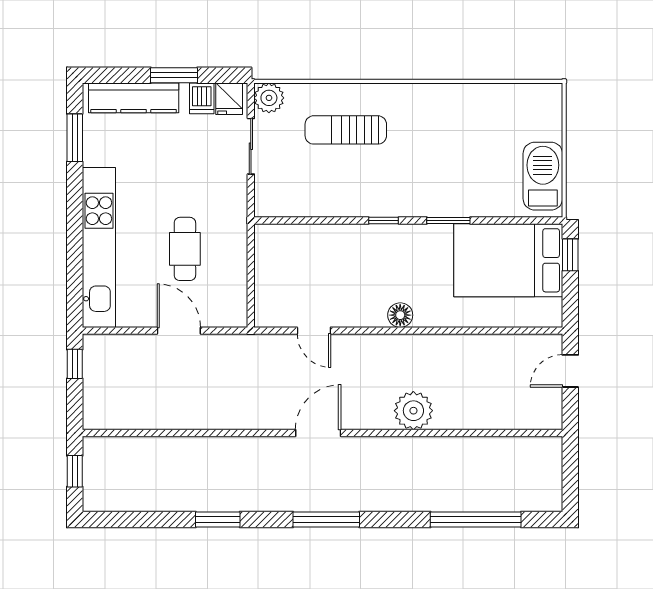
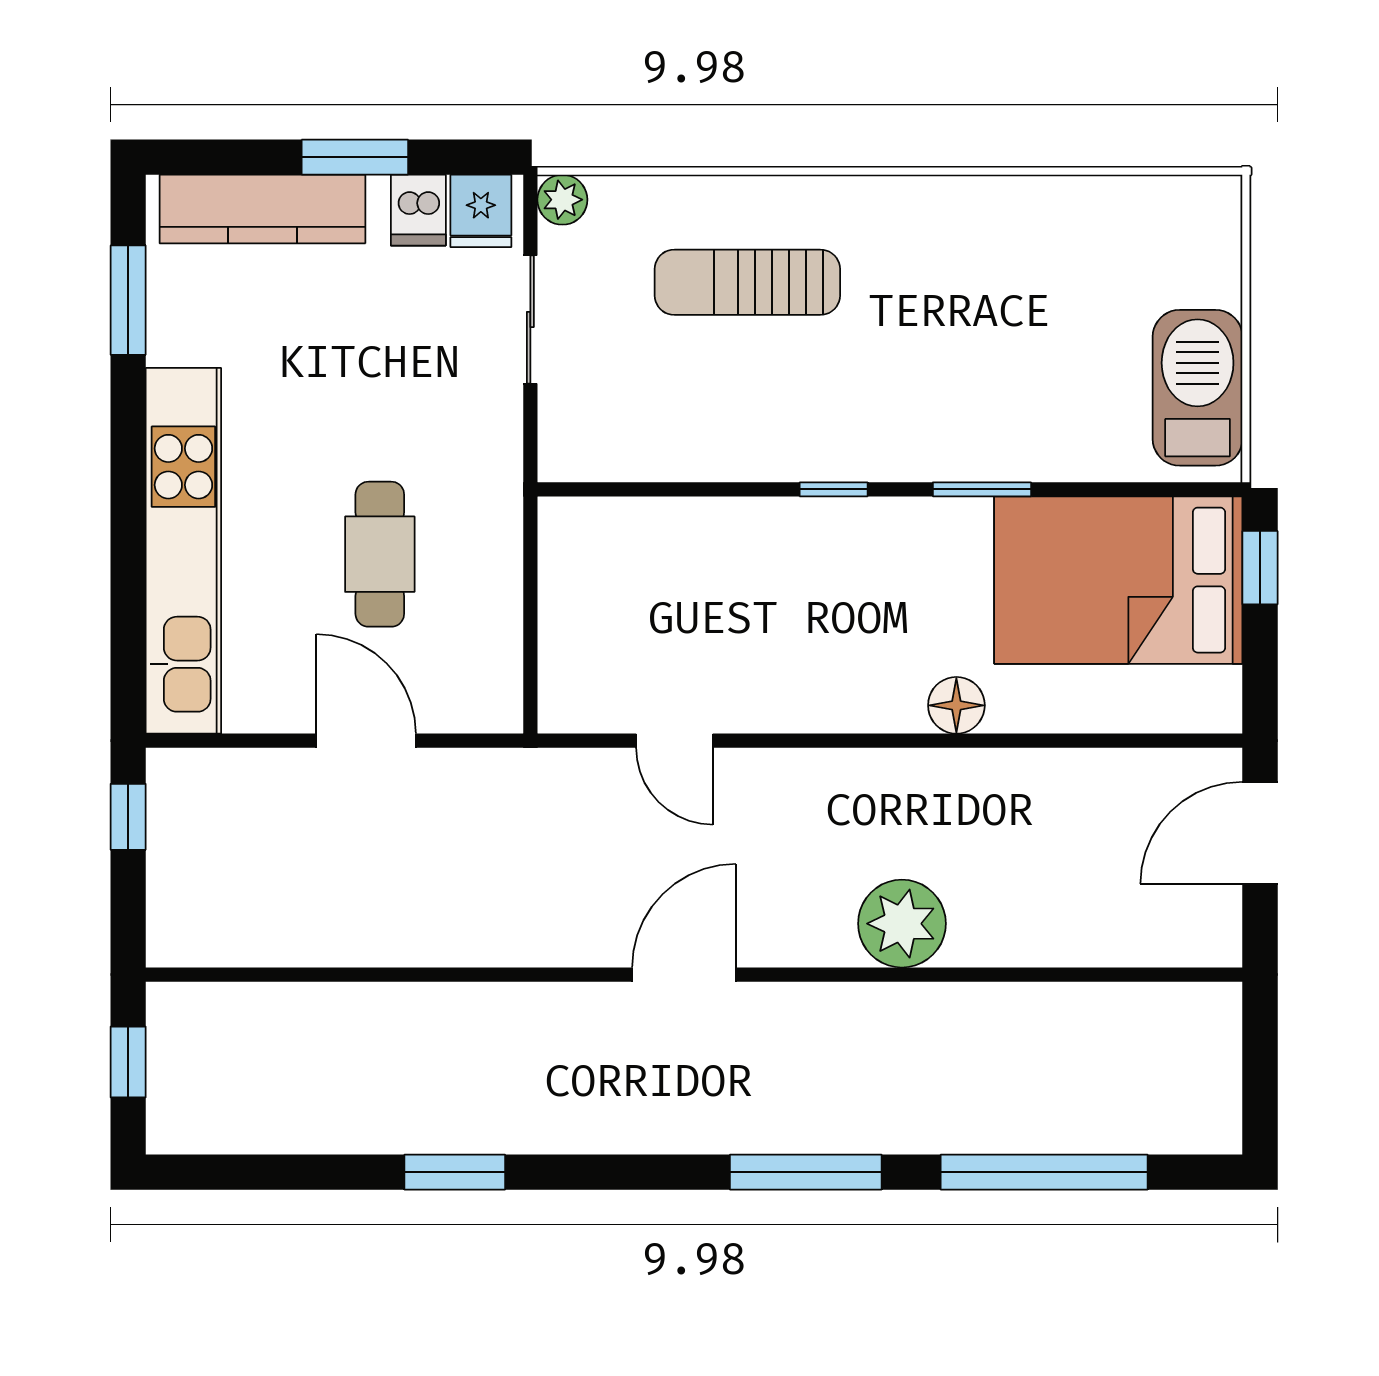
plant: (269, 98) -> (562, 200), width x0.73, depth x0.73
floor lamp: (400, 315) -> (956, 705), moved
door: (570, 371) -> (1260, 833), width x1.38
window: (326, 519) -> (806, 1172), moved

